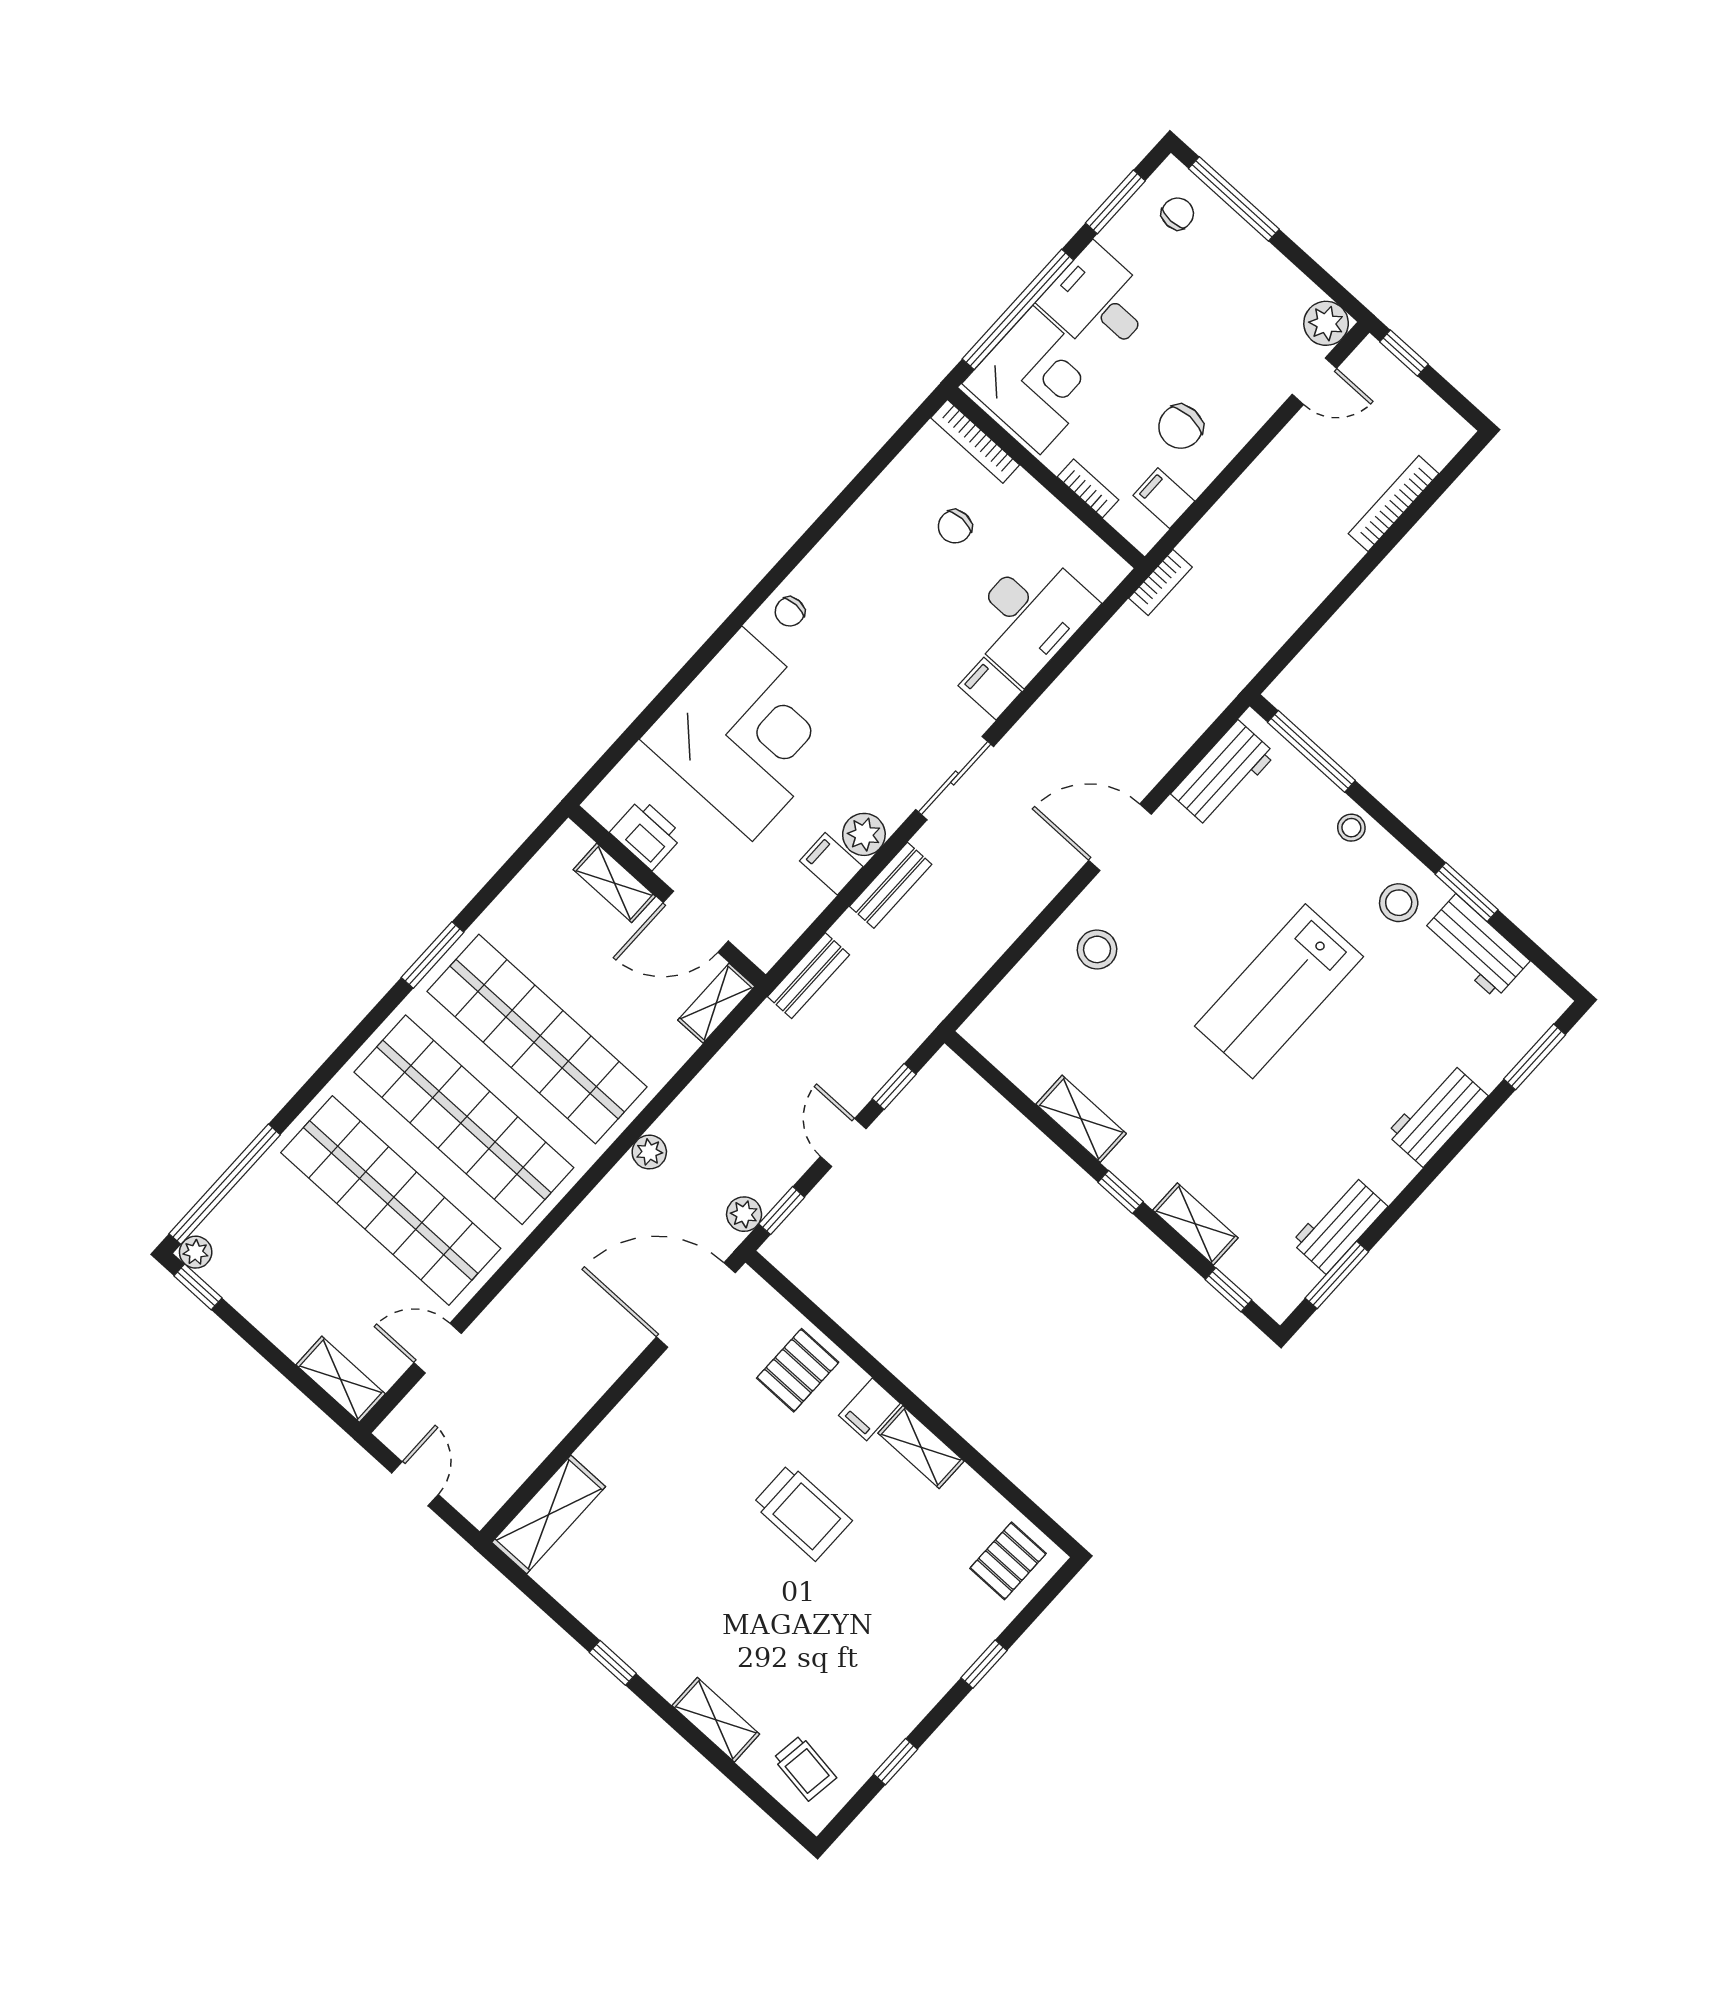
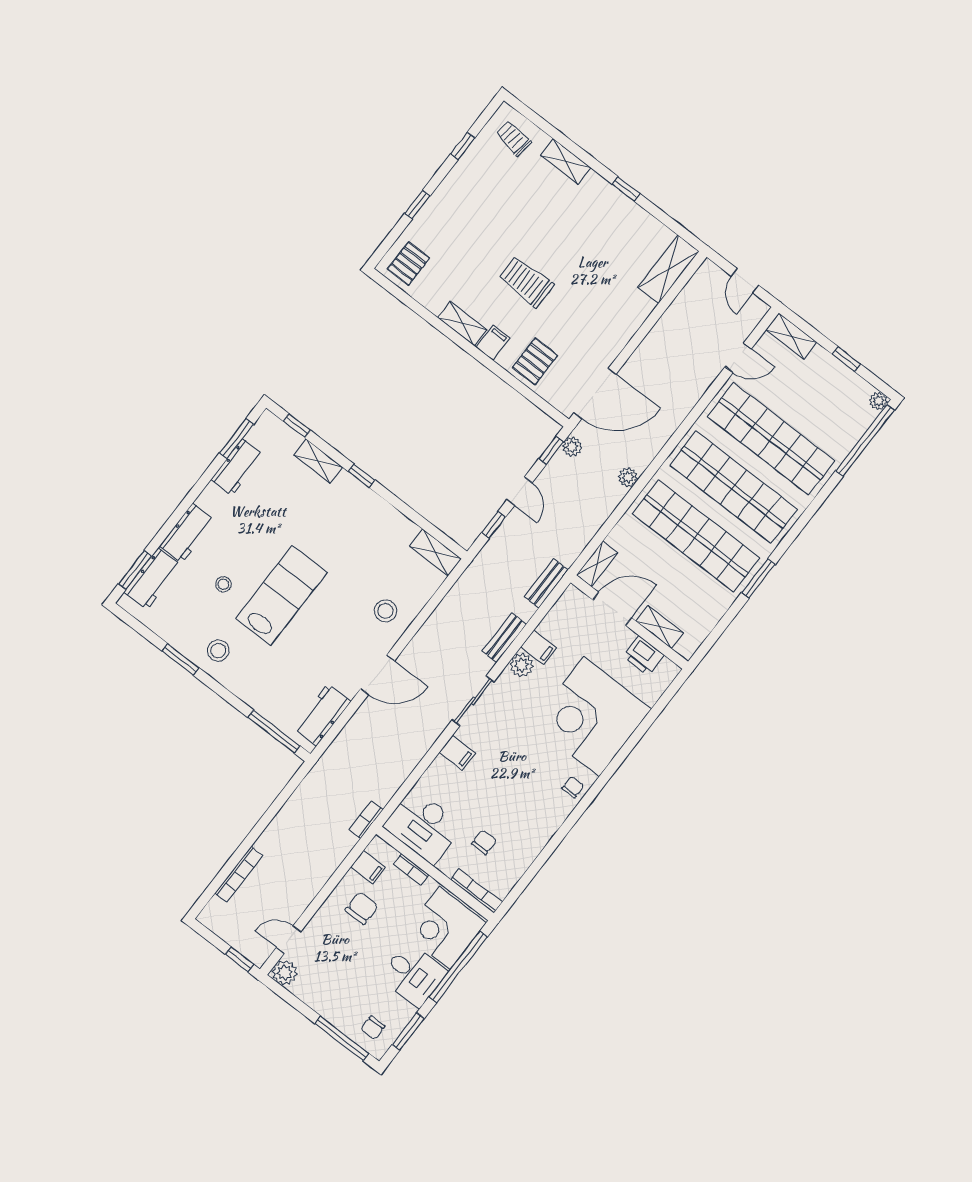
desk: (1029, 616) -> (423, 826), moved, turned -90
stool: (1351, 828) -> (223, 584), moved
workbench: (1476, 946) -> (152, 579), moved, turned 90
shelving: (1081, 1119) -> (435, 552), moved
window: (198, 1287) -> (846, 359), moved

